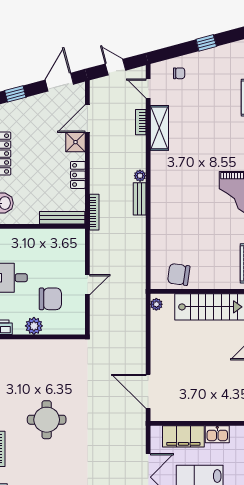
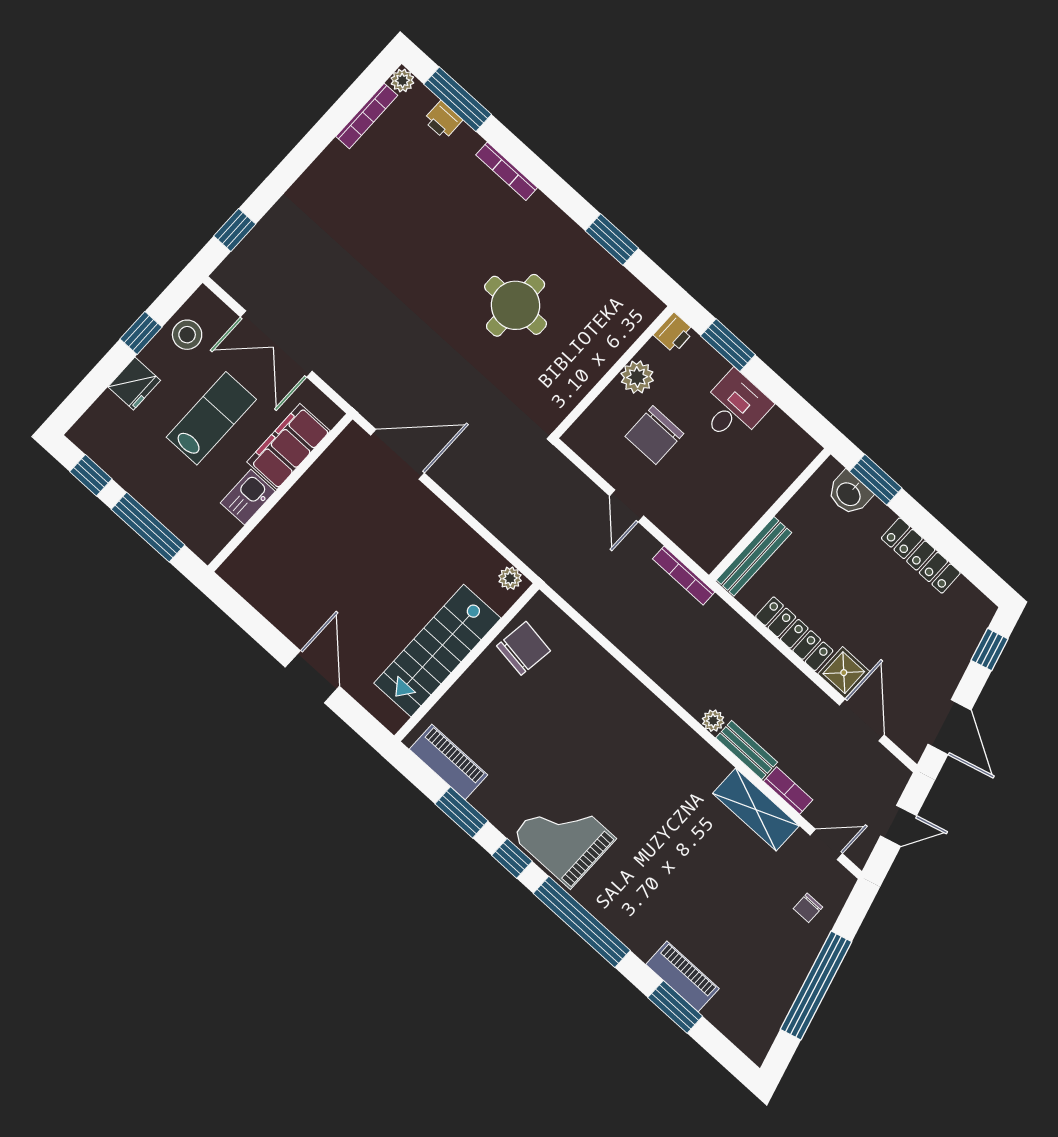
window: (206, 43) -> (816, 985), width x3.17
locker: (78, 175) -> (794, 634), width x1.53
bench: (140, 199) -> (747, 750), moved
bookcase: (94, 212) -> (684, 576), moved
round table: (47, 420) -> (516, 305), moved

